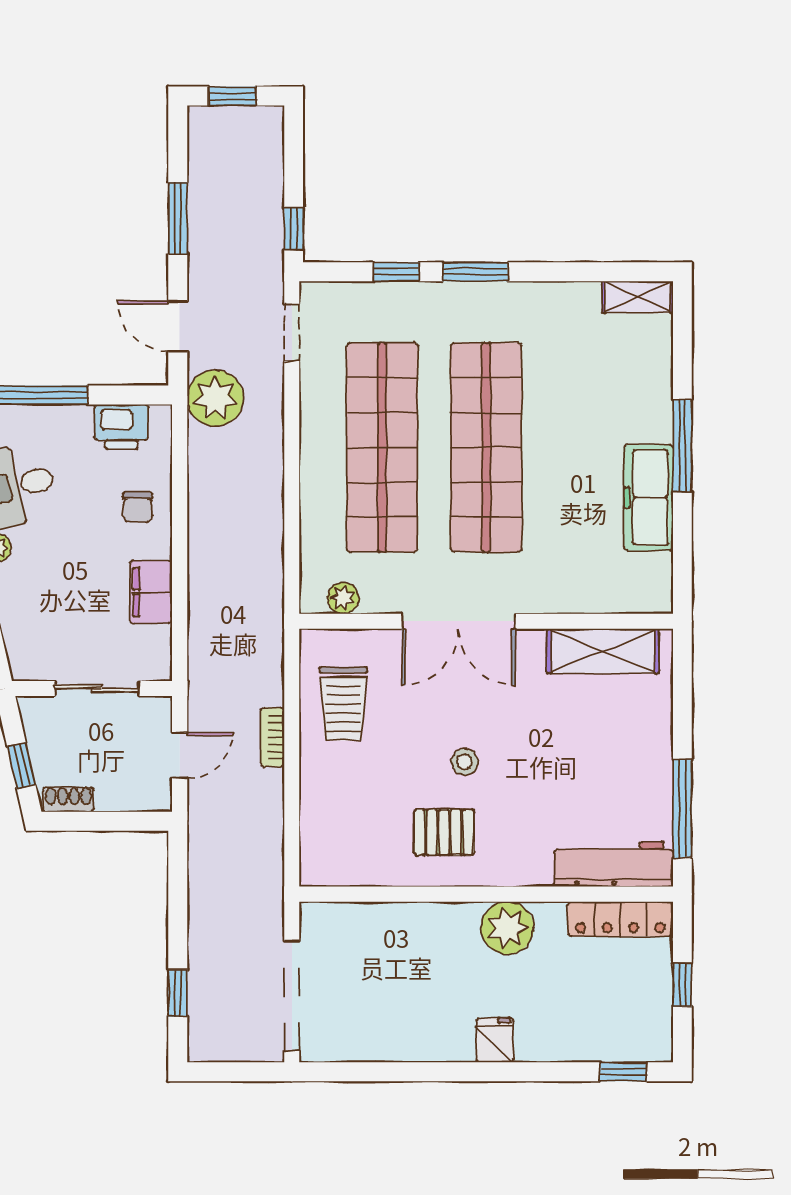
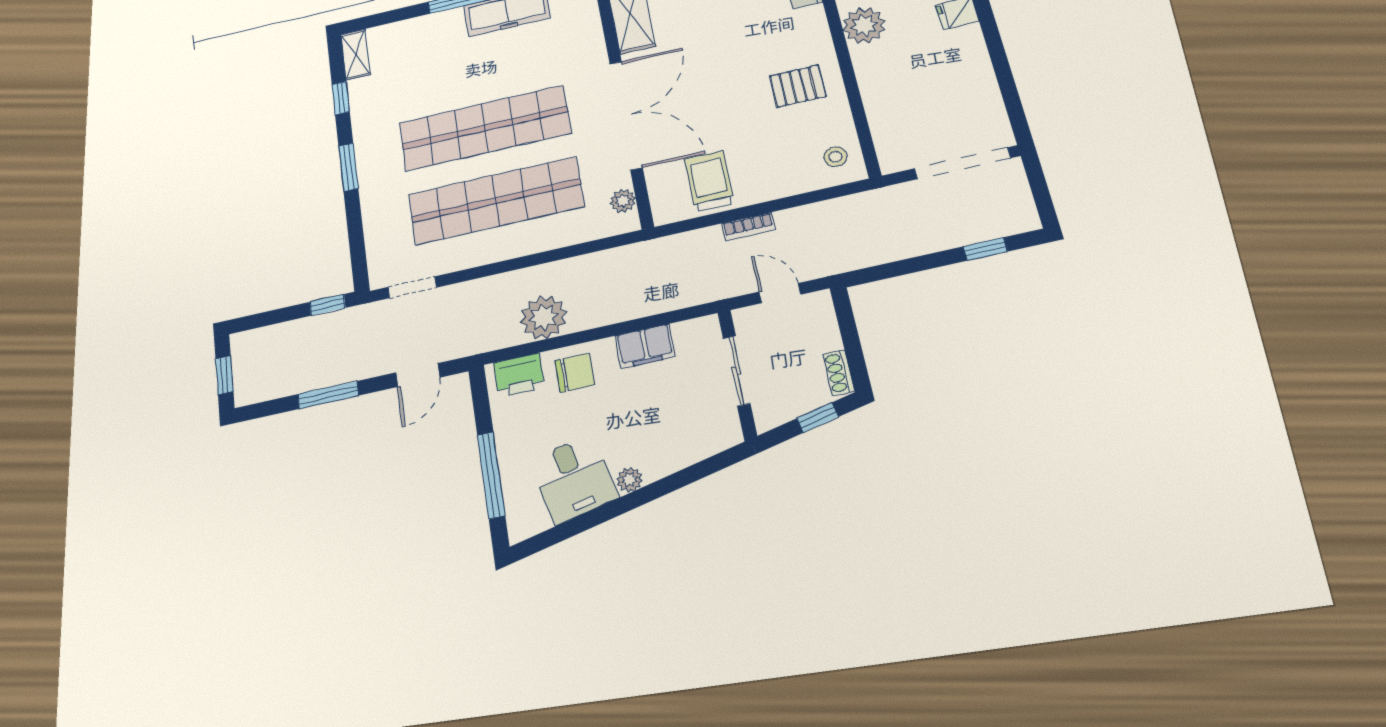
window: (396, 272) -> (341, 98), moved
plant: (215, 398) -> (543, 317), moved
printer: (121, 427) -> (519, 375), moved, turned 90
chair: (138, 507) -> (575, 373), width x1.37, depth x1.37
double door: (459, 621) -> (626, 115), width x1.36
trolley: (343, 704) -> (709, 181), turned -90
stool: (464, 762) -> (836, 157), moved
pallet: (444, 832) -> (798, 86), turned 90

